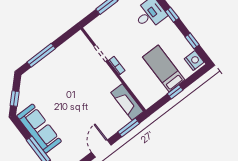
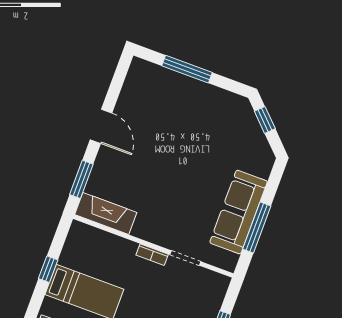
window: (41, 55) -> (257, 228), moved
sofa: (39, 129) -> (239, 212), moved, turned 90

